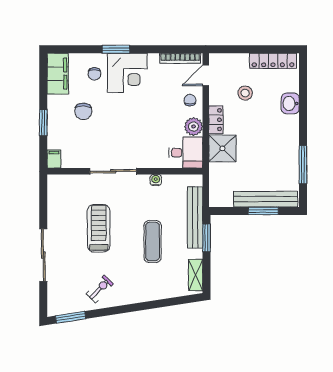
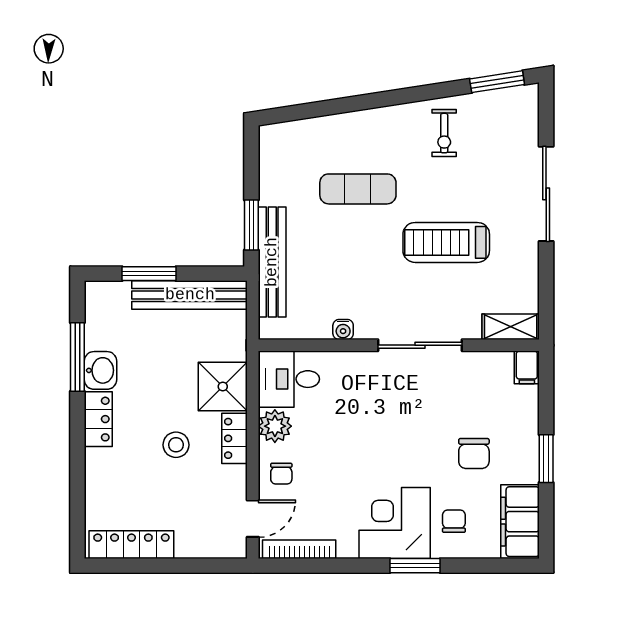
stool: (245, 93) -> (176, 445), moved
washbasin: (290, 103) -> (100, 370), moved
chair: (83, 111) -> (474, 453), turned 180
window: (43, 123) -> (546, 459), moved
locker: (291, 130) -> (98, 419), added
bench: (266, 199) -> (190, 295), moved
treadmill: (99, 228) -> (446, 242), turned 90
exercise mat: (153, 241) -> (358, 189), moved, turned 90
shelving: (196, 275) -> (511, 327), moved, turned 90
exercise bike: (100, 289) -> (444, 133), turned -44

